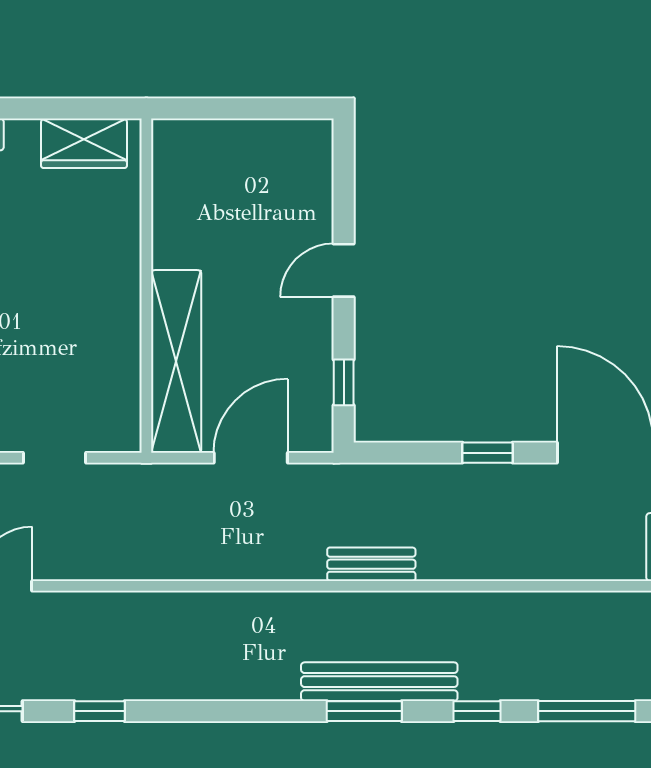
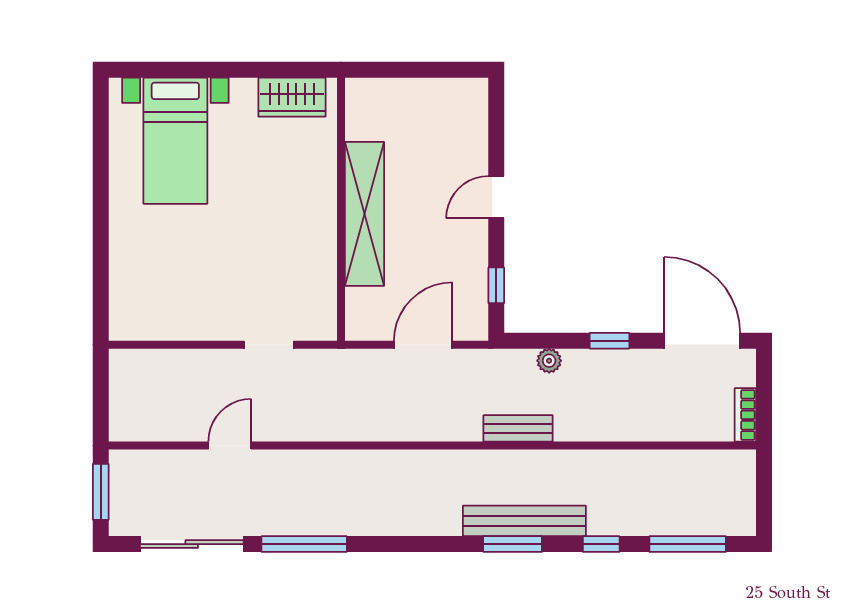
shelving: (176, 361) -> (364, 214), moved
plant: (411, 478) -> (549, 361), added
window: (100, 711) -> (304, 544), width x2.17

